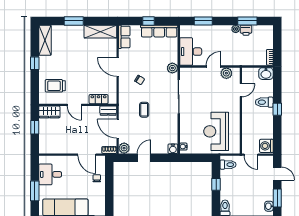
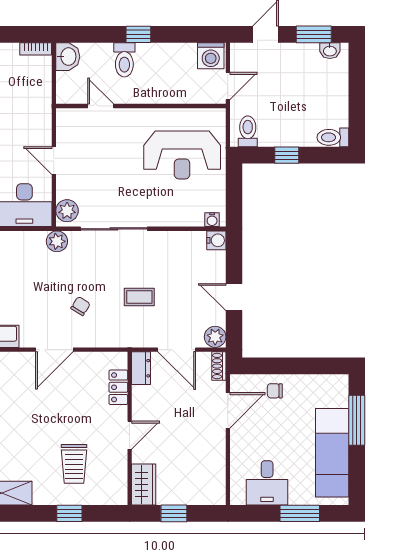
window: (35, 63) -> (69, 513), moved
plant: (226, 73) -> (67, 211), moved
trolley: (55, 86) -> (74, 464), moved
door: (118, 129) -> (177, 350), hinge flipped

